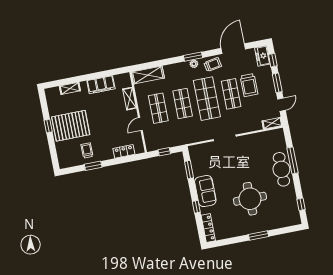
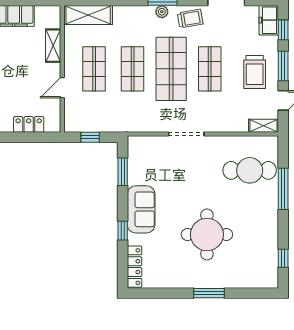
trolley: (249, 85) -> (255, 72), moved
cafe table: (281, 169) -> (250, 170), moved, turned 90

